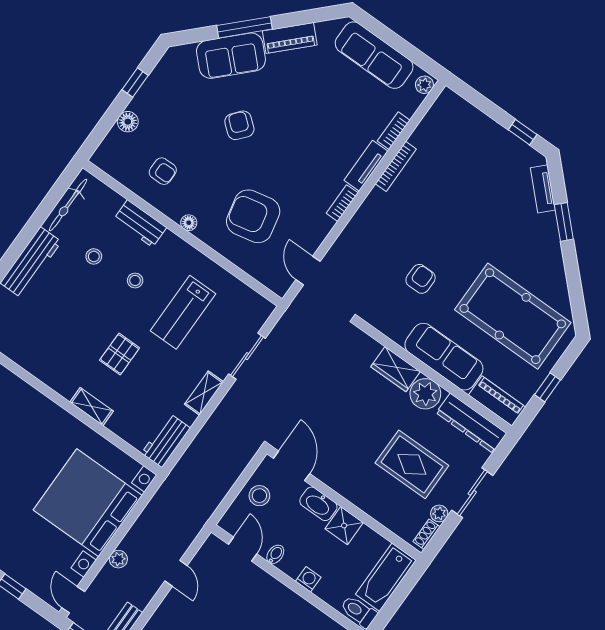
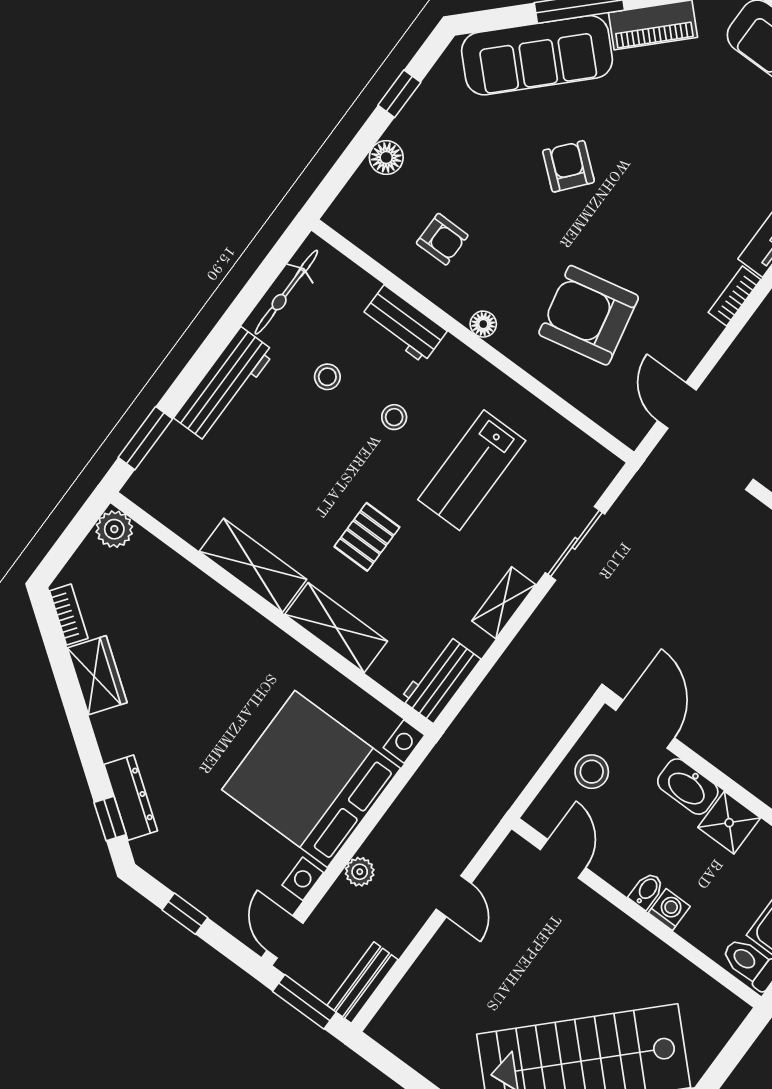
sofa: (231, 56) -> (537, 55), width x1.36
shelving: (50, 373) -> (253, 565), added
shelving: (92, 407) -> (336, 628), width x1.50, depth x1.33
bidet: (275, 554) -> (647, 891), moved

